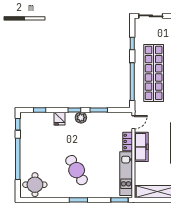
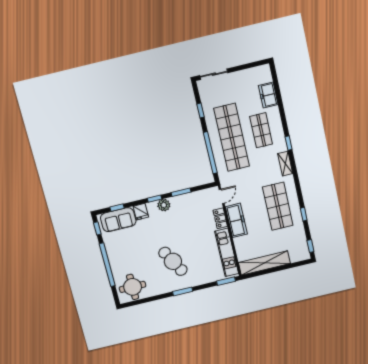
sofa: (38, 121) -> (118, 220), added

